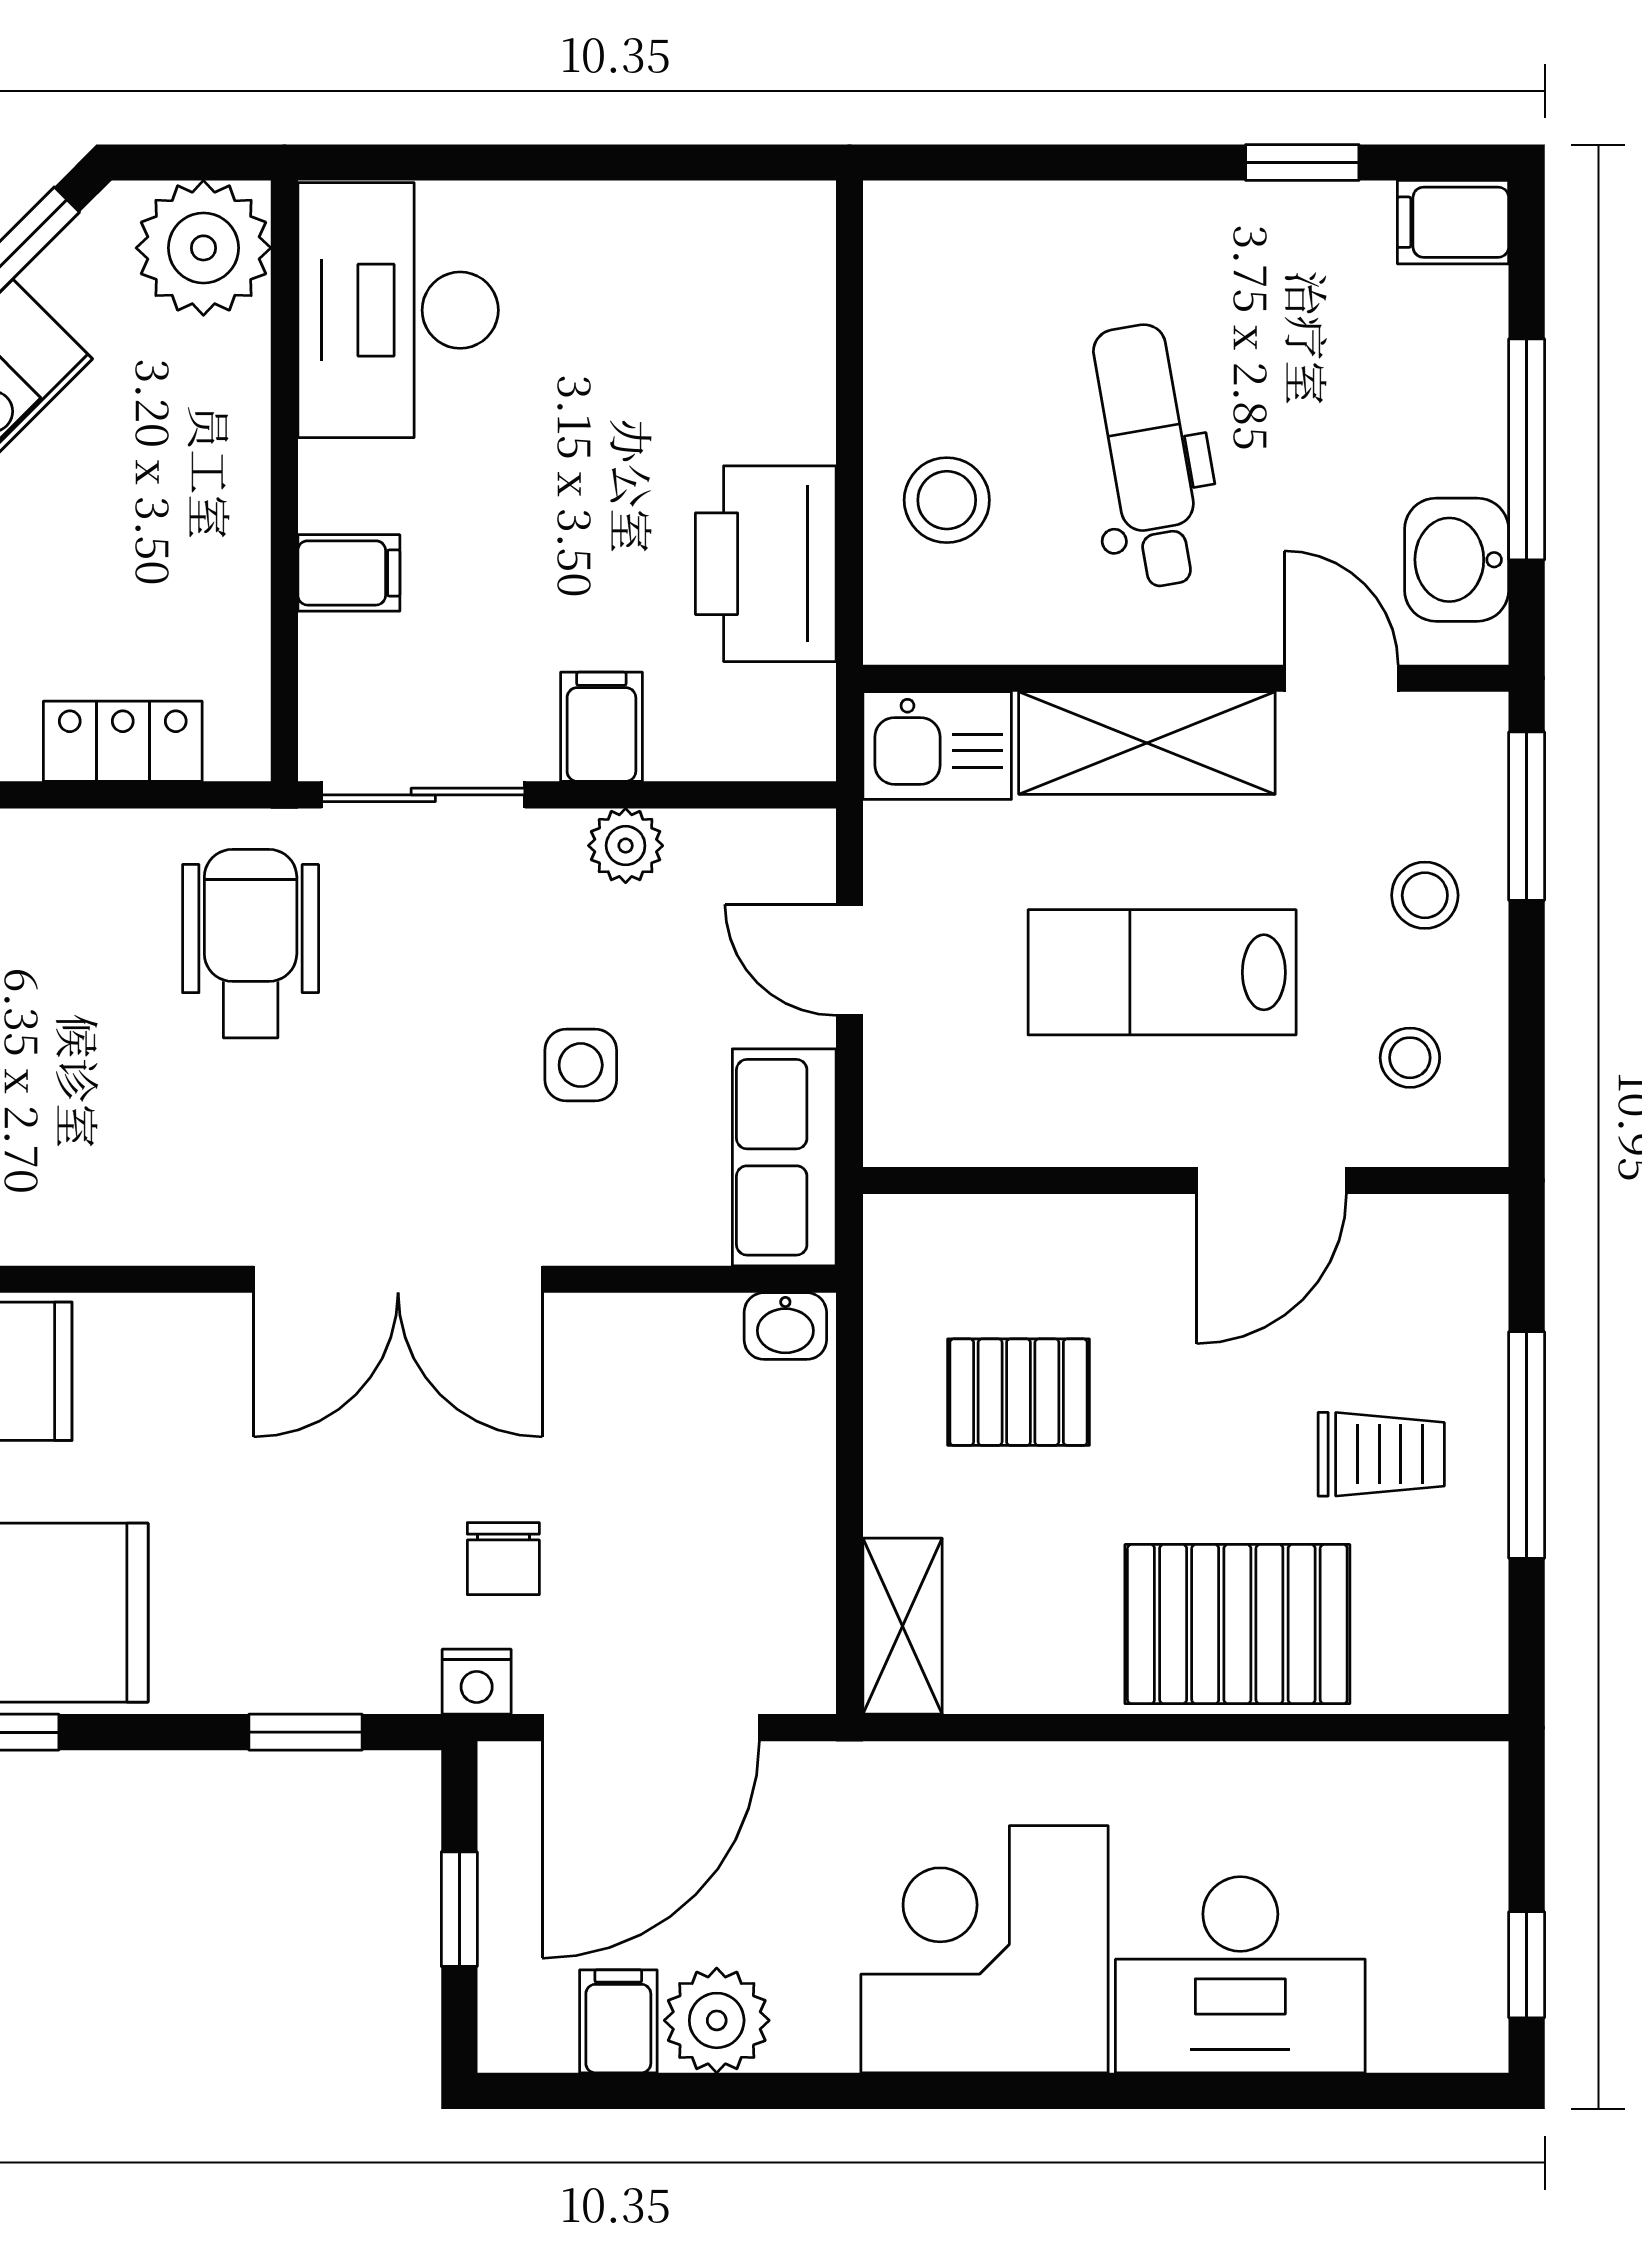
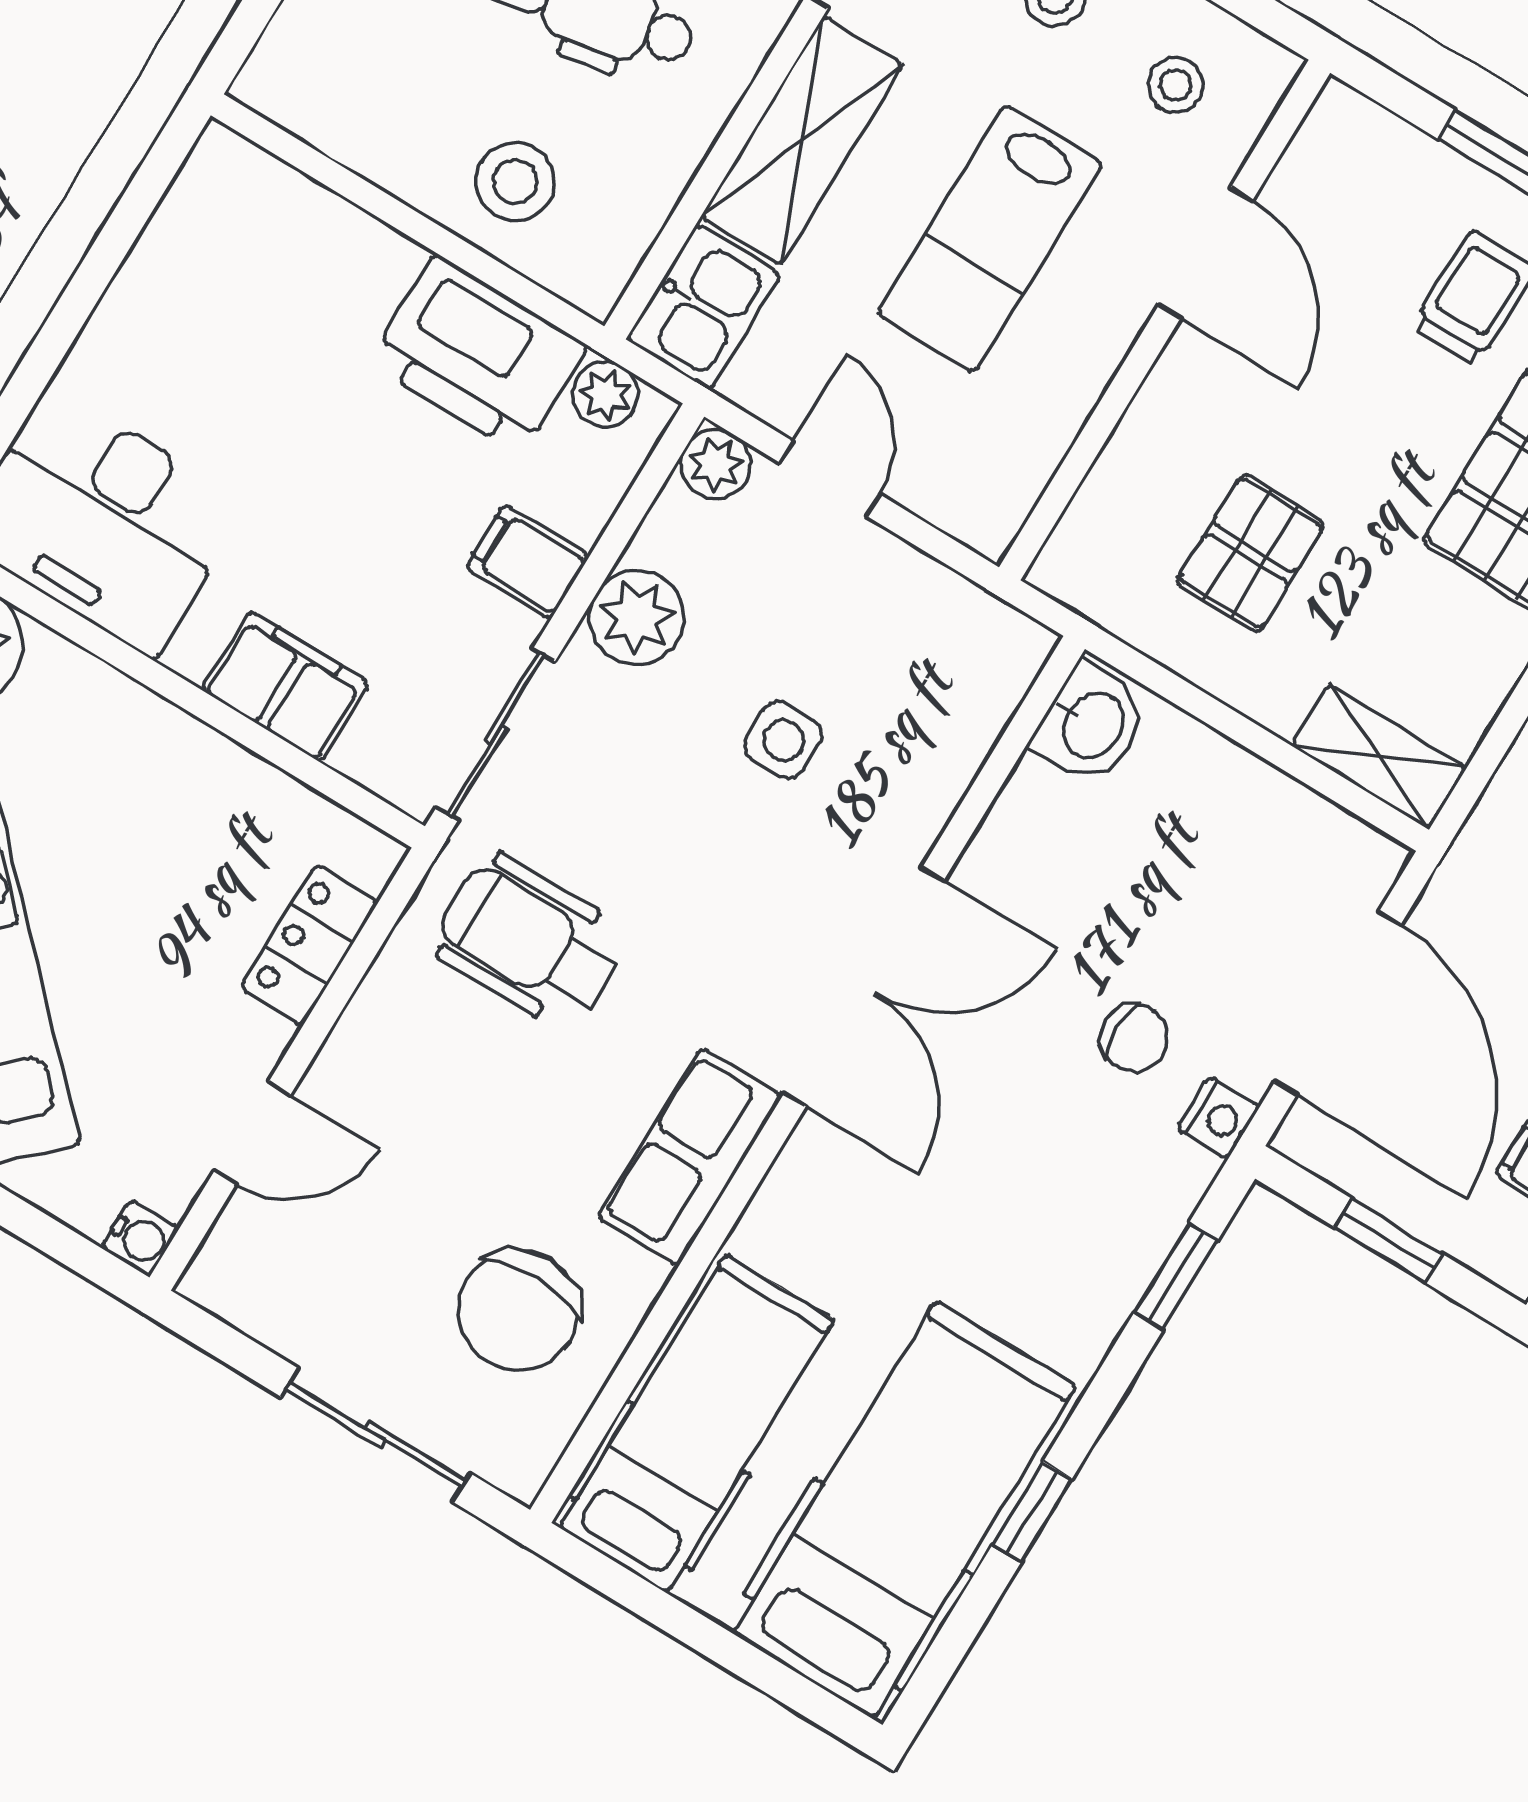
filing cabinet: (349, 573) -> (285, 686), width x2.00
plant: (801, 704) -> (605, 394), added
plant: (626, 846) -> (637, 617), width x1.38, depth x1.38
plant: (798, 846) -> (716, 464), added
door: (849, 960) -> (830, 479), swing flipped
row of seats: (784, 1157) -> (690, 1157), moved, turned 90
washbasin: (785, 1326) -> (1091, 724), width x1.38, depth x1.45

